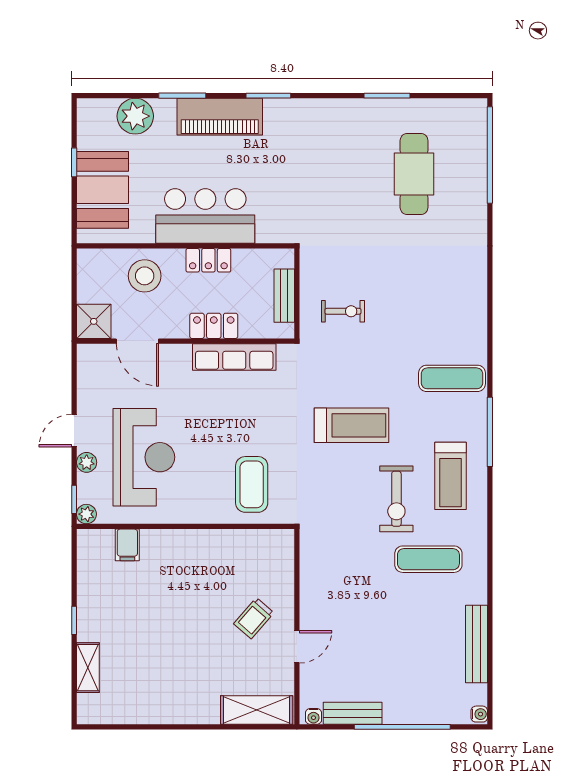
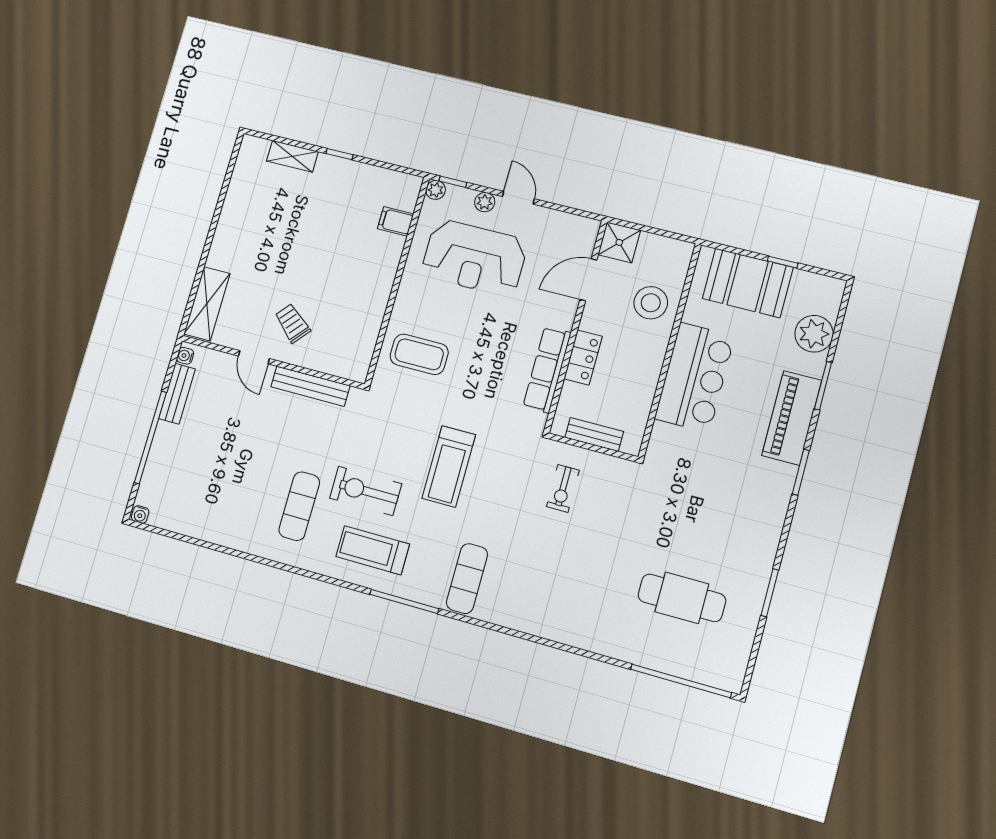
locker: (208, 260) -> (649, 369), removed
bench: (476, 644) -> (310, 386), moved

